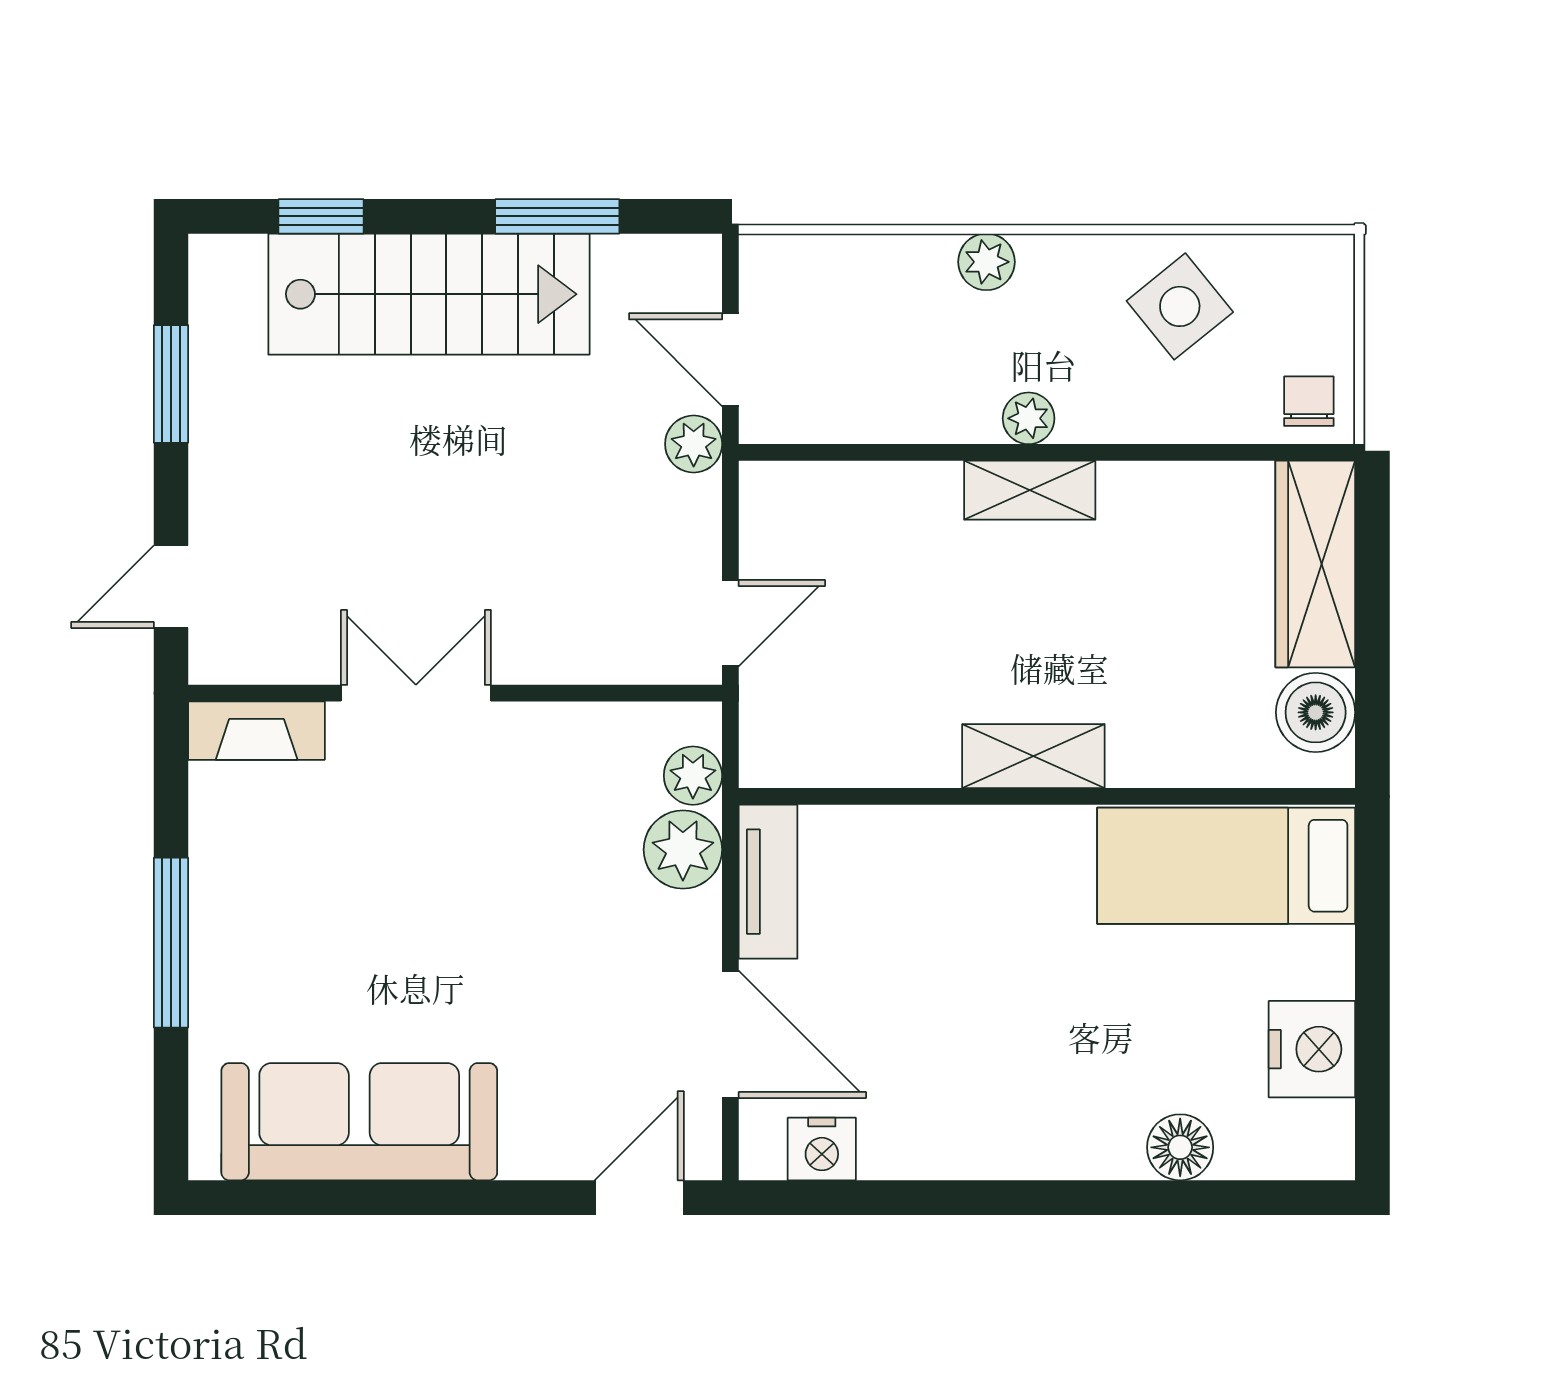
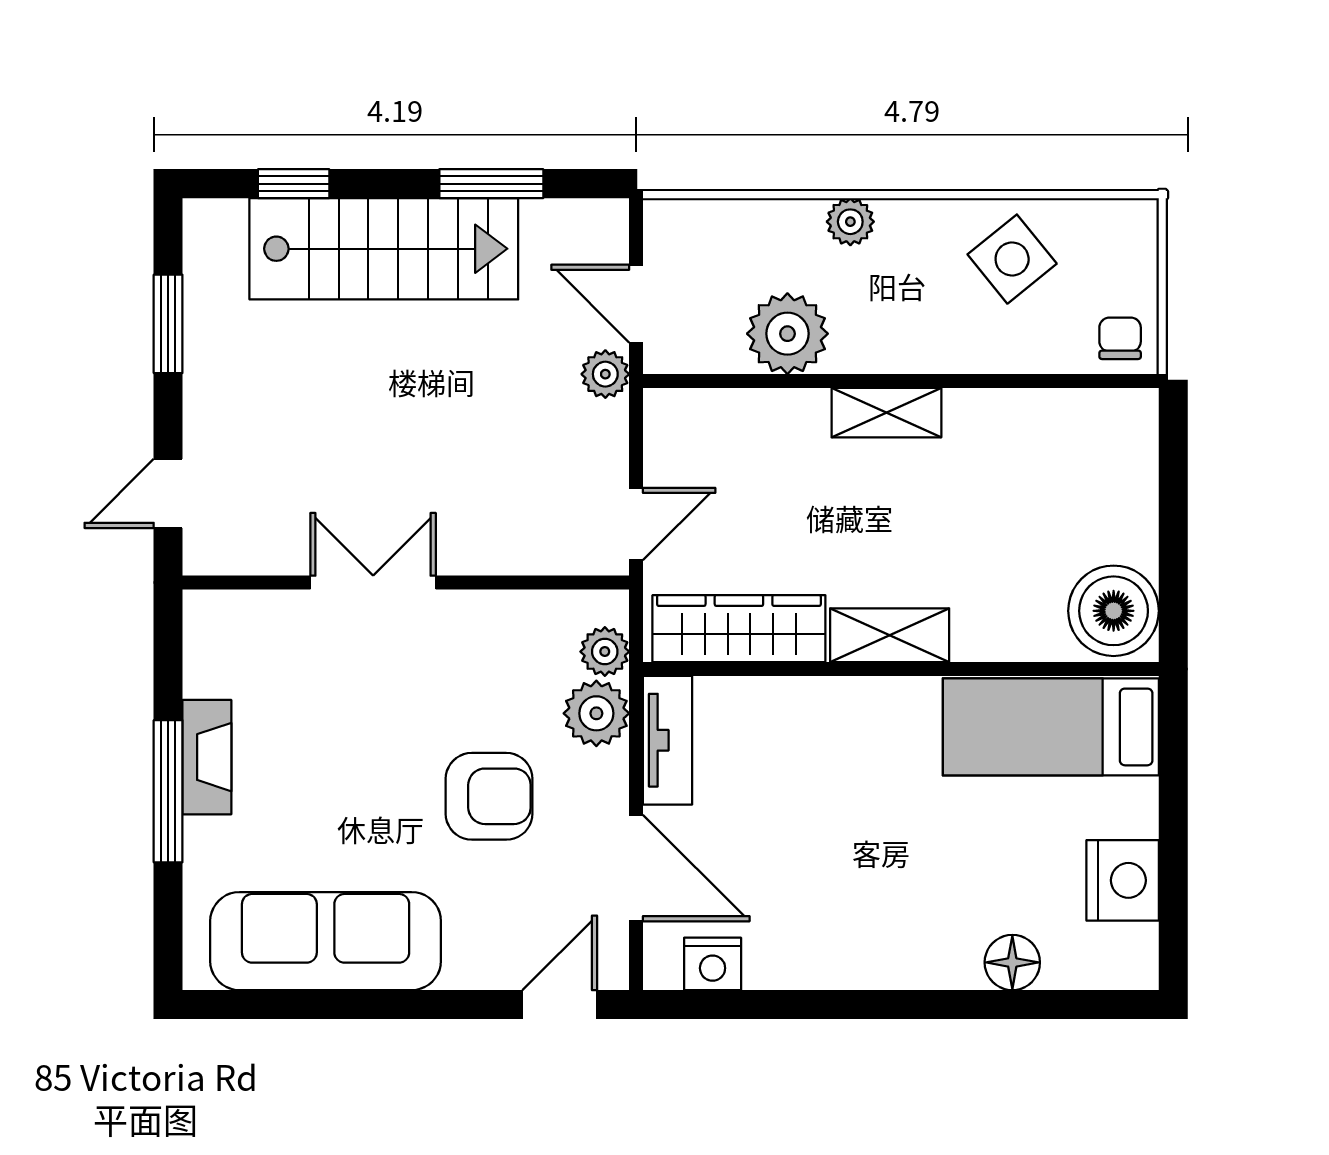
plant: (1029, 418) -> (787, 334), moved, width x1.88, depth x1.88
wardrobe: (1315, 564) -> (739, 629), moved, turned 90
boiler: (1316, 712) -> (1114, 611), width x1.37, depth x1.37
fireplace: (257, 731) -> (207, 757), moved, turned -90
armchair: (555, 949) -> (489, 796), added

